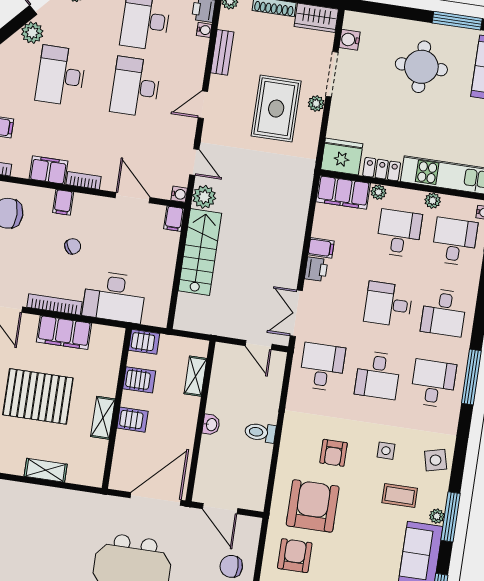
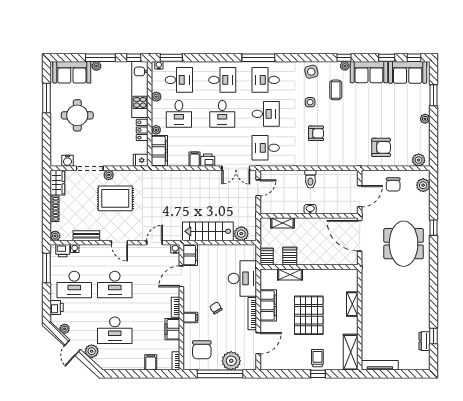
fridge: (342, 157) -> (141, 160), width x0.53, depth x0.75
plant: (204, 197) -> (241, 234), moved
filing cabinet: (174, 219) -> (190, 255), width x2.00
desk: (399, 233) -> (179, 114), turned -90
desk: (454, 242) -> (179, 80), turned 180
shelving: (103, 418) -> (290, 274), moved
server rack: (132, 420) -> (314, 257), removed
armchair: (313, 506) -> (350, 141), removed
window: (450, 517) -> (344, 58), width x0.46
armchair: (295, 556) -> (381, 147), turned 180

